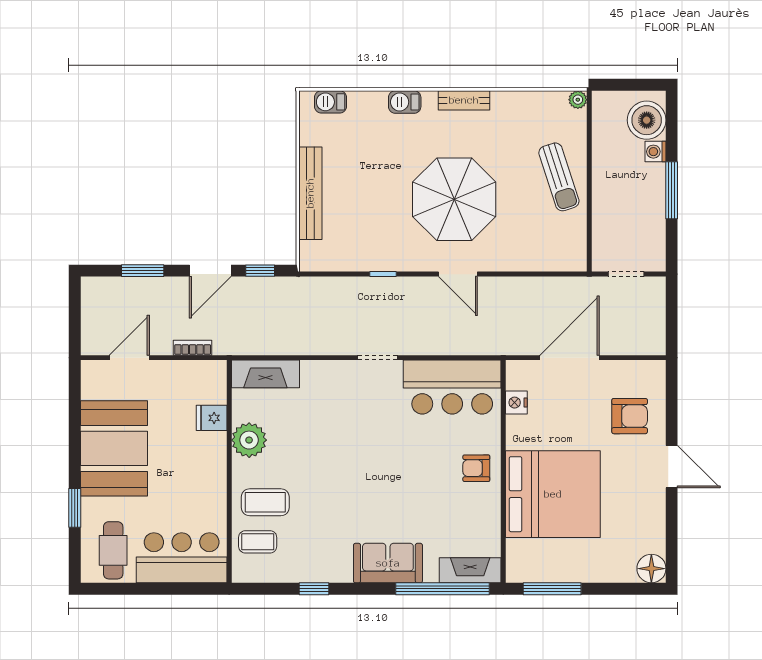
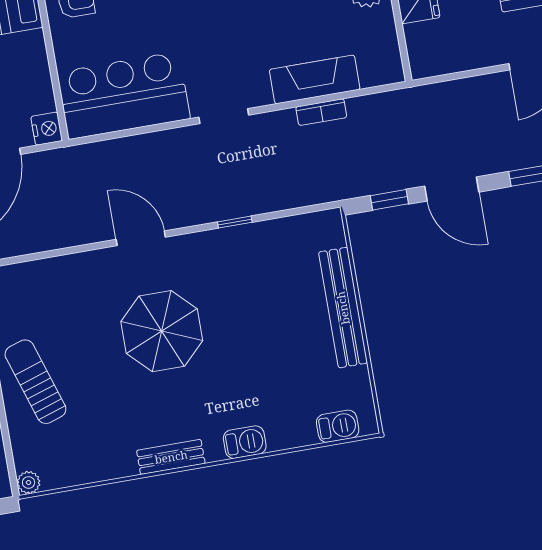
parasol: (454, 199) -> (162, 331), width x0.73, depth x0.73
door: (210, 271) -> (452, 189), swing flipped
bookcase: (193, 348) -> (321, 112), moved
fireplace: (265, 374) -> (315, 79), moved
nightstand: (516, 403) -> (47, 129), moved

